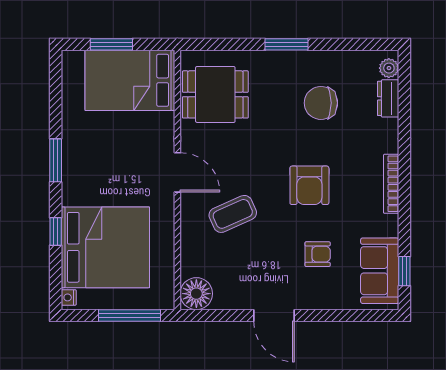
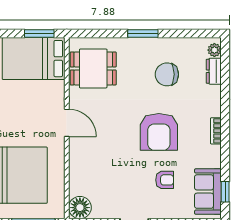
window: (111, 44) -> (39, 33), moved
bookcase: (391, 184) -> (216, 131), width x0.64
armchair: (309, 185) -> (159, 132), width x1.36, depth x1.36
coffee table: (233, 214) -> (105, 152), removed

